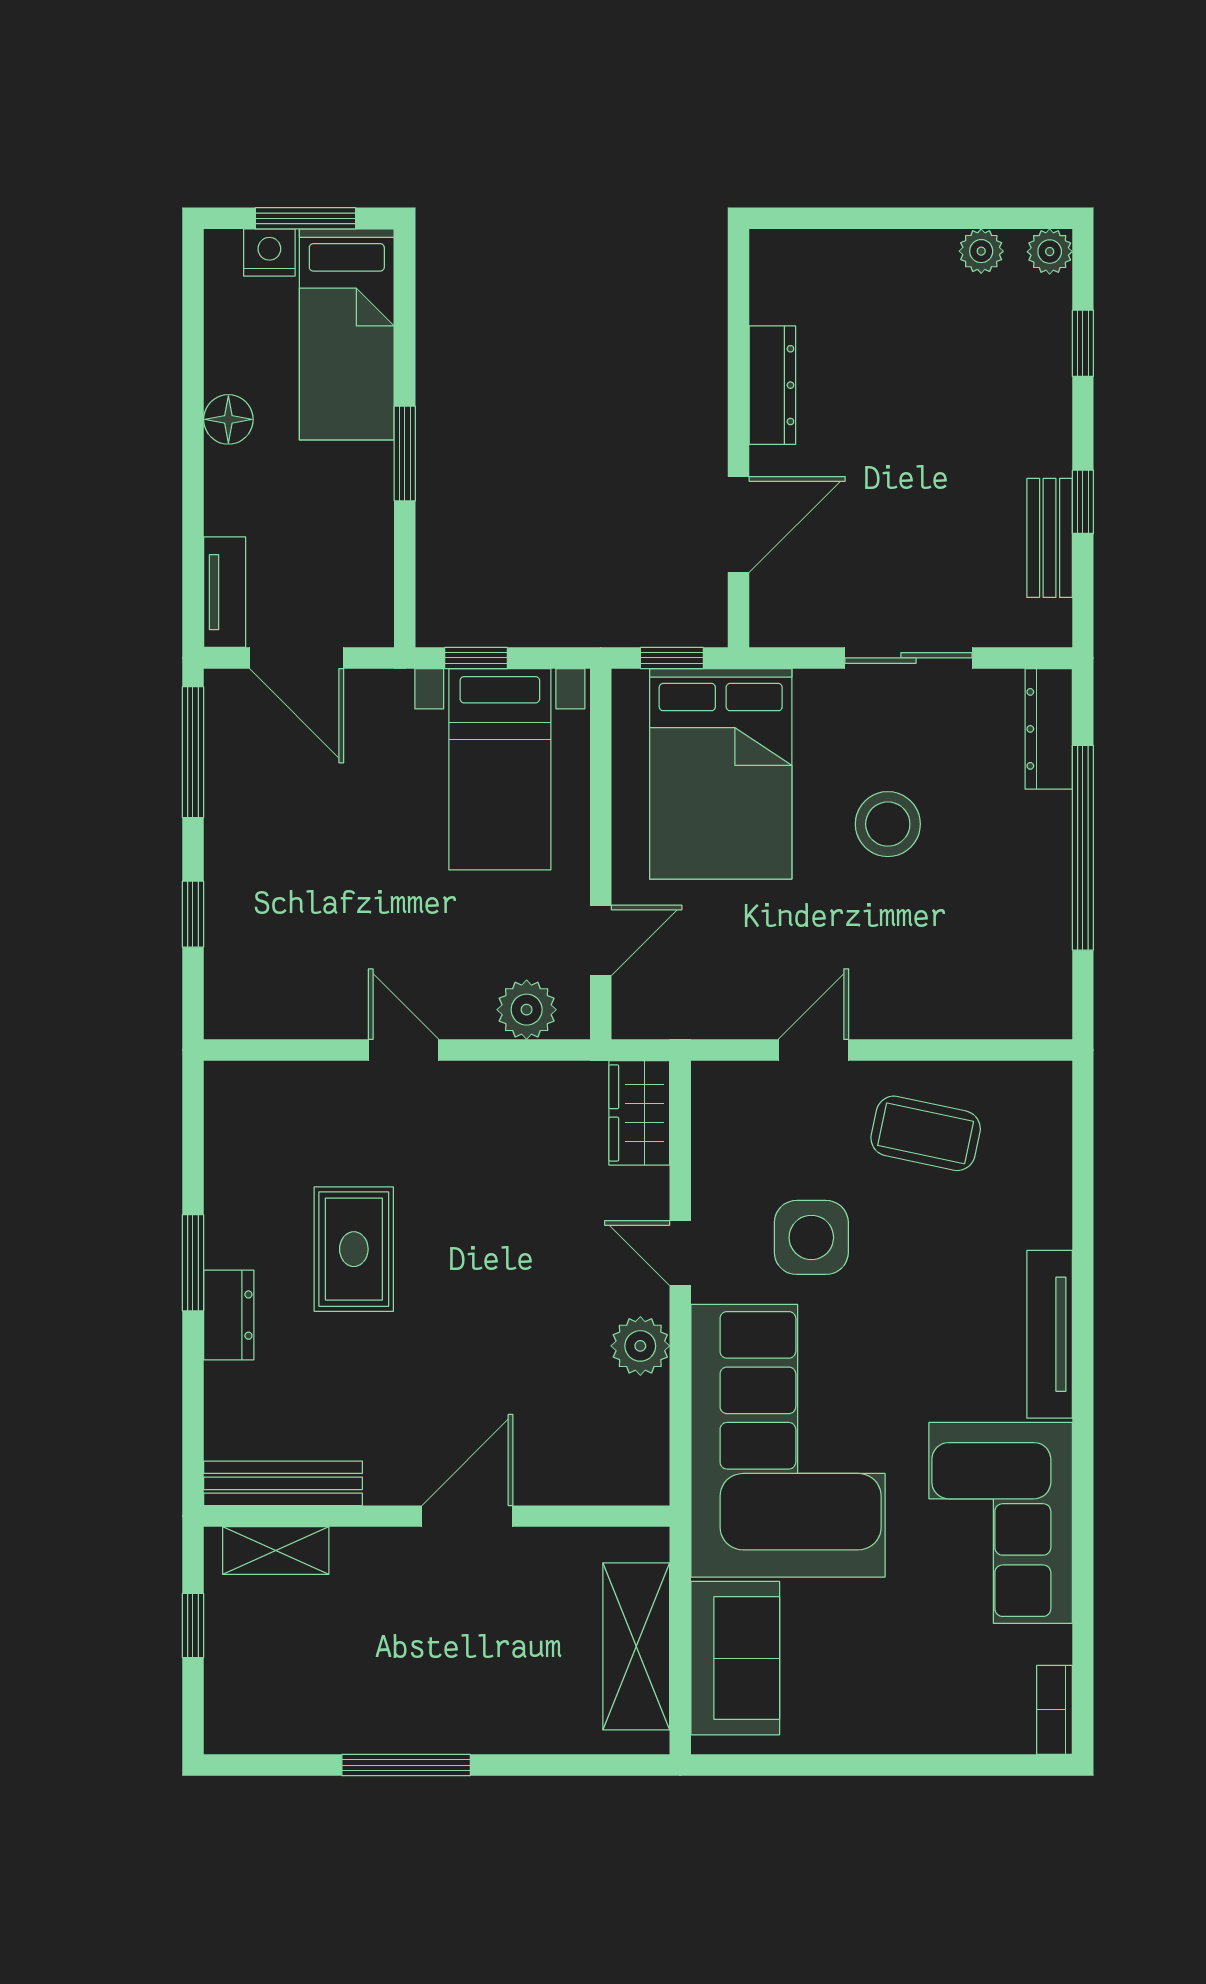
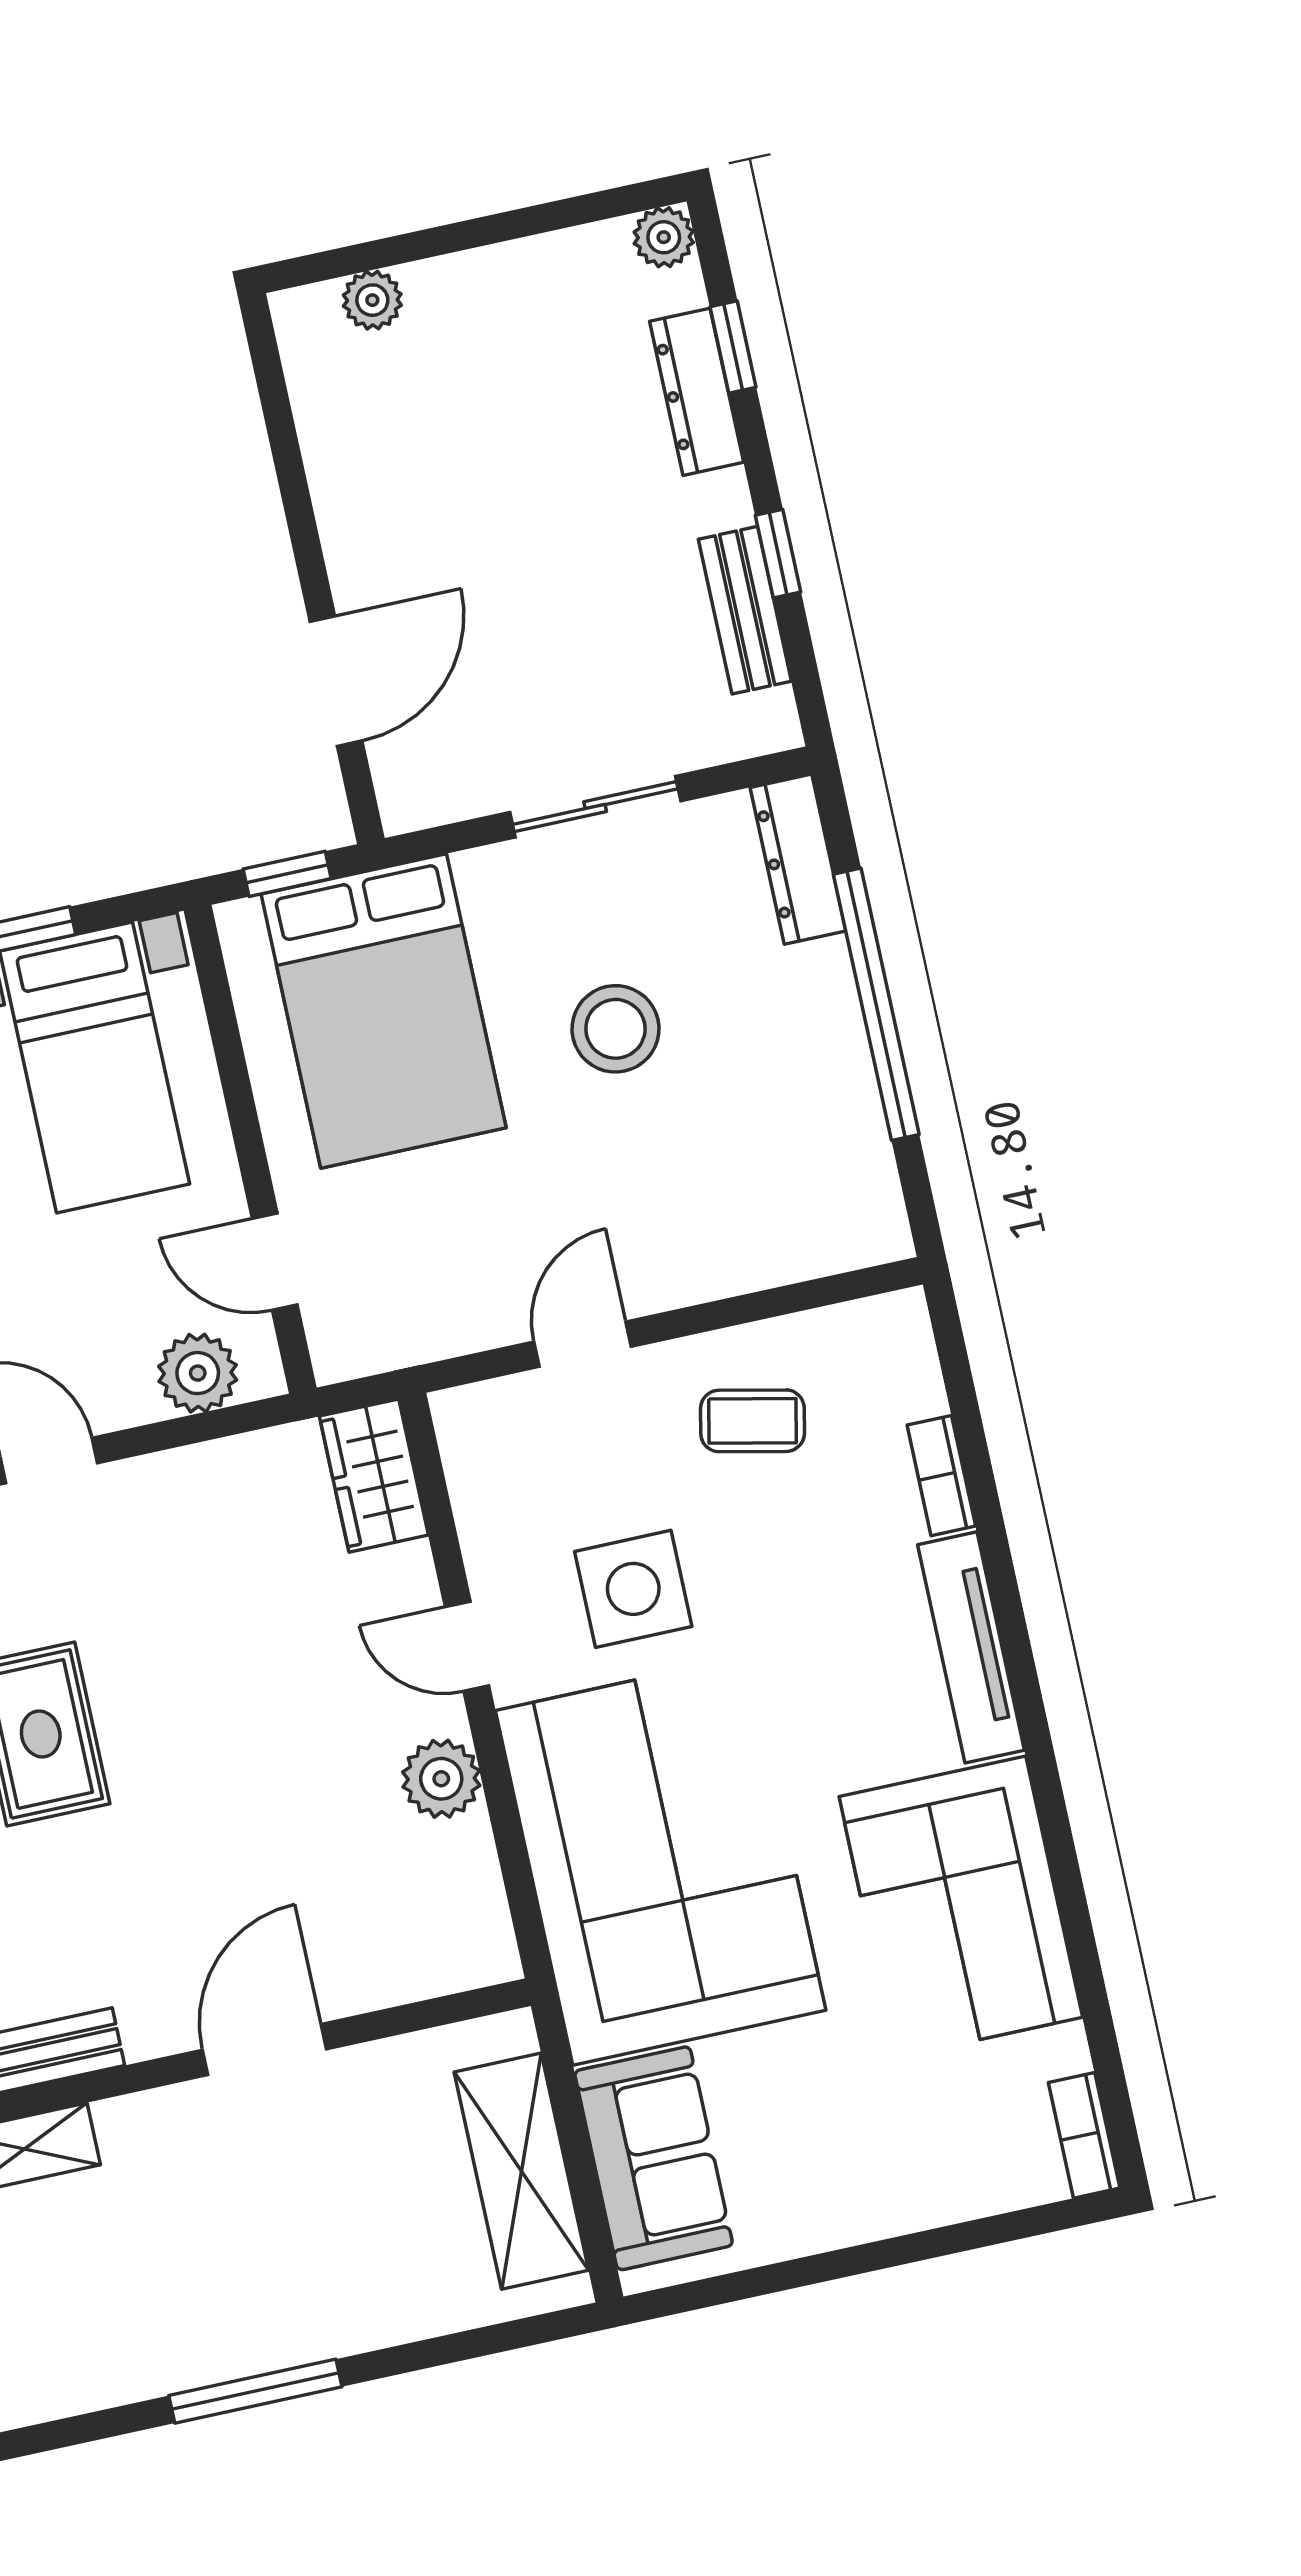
plant: (981, 251) -> (372, 300), moved
dresser: (772, 385) -> (697, 392), moved, turned 180
door: (601, 940) -> (275, 1262), swing flipped
coffee table: (926, 1133) -> (753, 1421), width x0.73, depth x0.77
bookcase: (1055, 1204) -> (941, 1476), added

